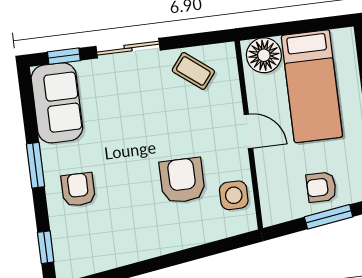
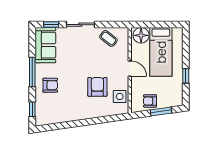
window: (35, 165) -> (32, 72), width x1.44
armchair: (321, 187) -> (150, 101), moved
armchair: (78, 190) -> (50, 85), turned 90

